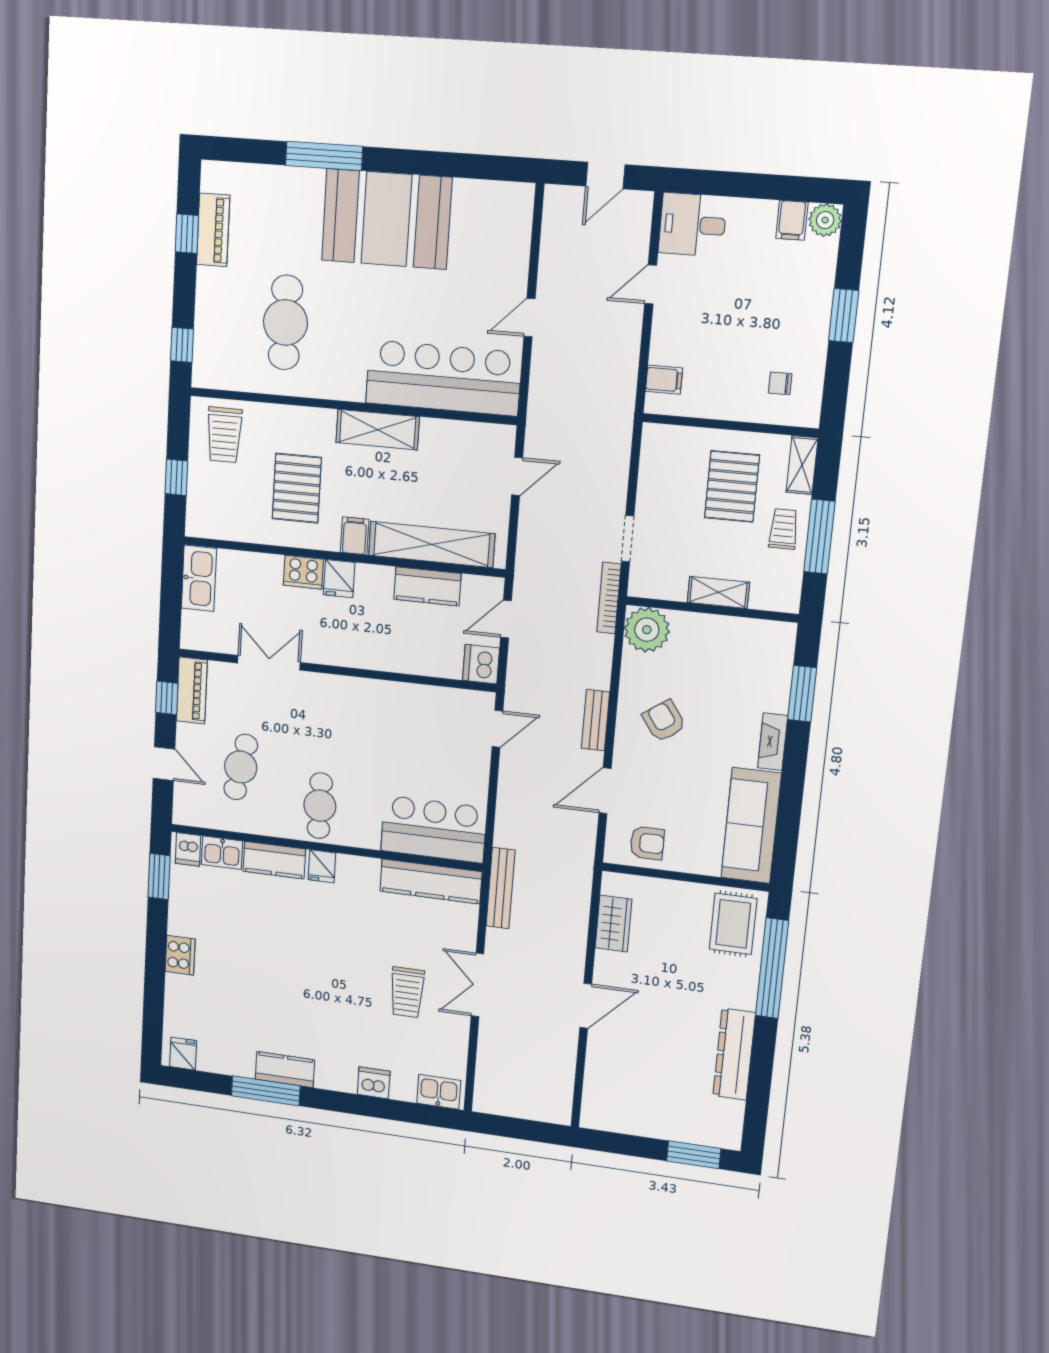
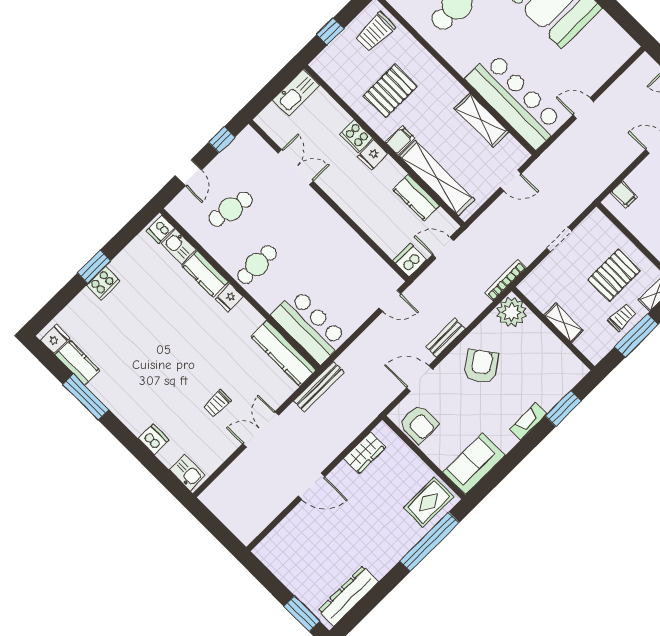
shelving: (378, 430) -> (481, 120), moved
doorway: (628, 539) -> (559, 239), moved
piano: (192, 690) -> (239, 147), removed
armchair: (664, 721) -> (481, 366), width x1.38, depth x1.38
sofa: (751, 826) -> (474, 464), width x0.73
armchair: (647, 843) -> (419, 424), width x1.38, depth x1.38
window: (159, 877) -> (94, 267), moved
trolley: (407, 992) -> (217, 403), width x0.73, depth x0.72
dresser: (734, 1054) -> (348, 596), moved
kitchen counter: (285, 1070) -> (77, 363), moved

